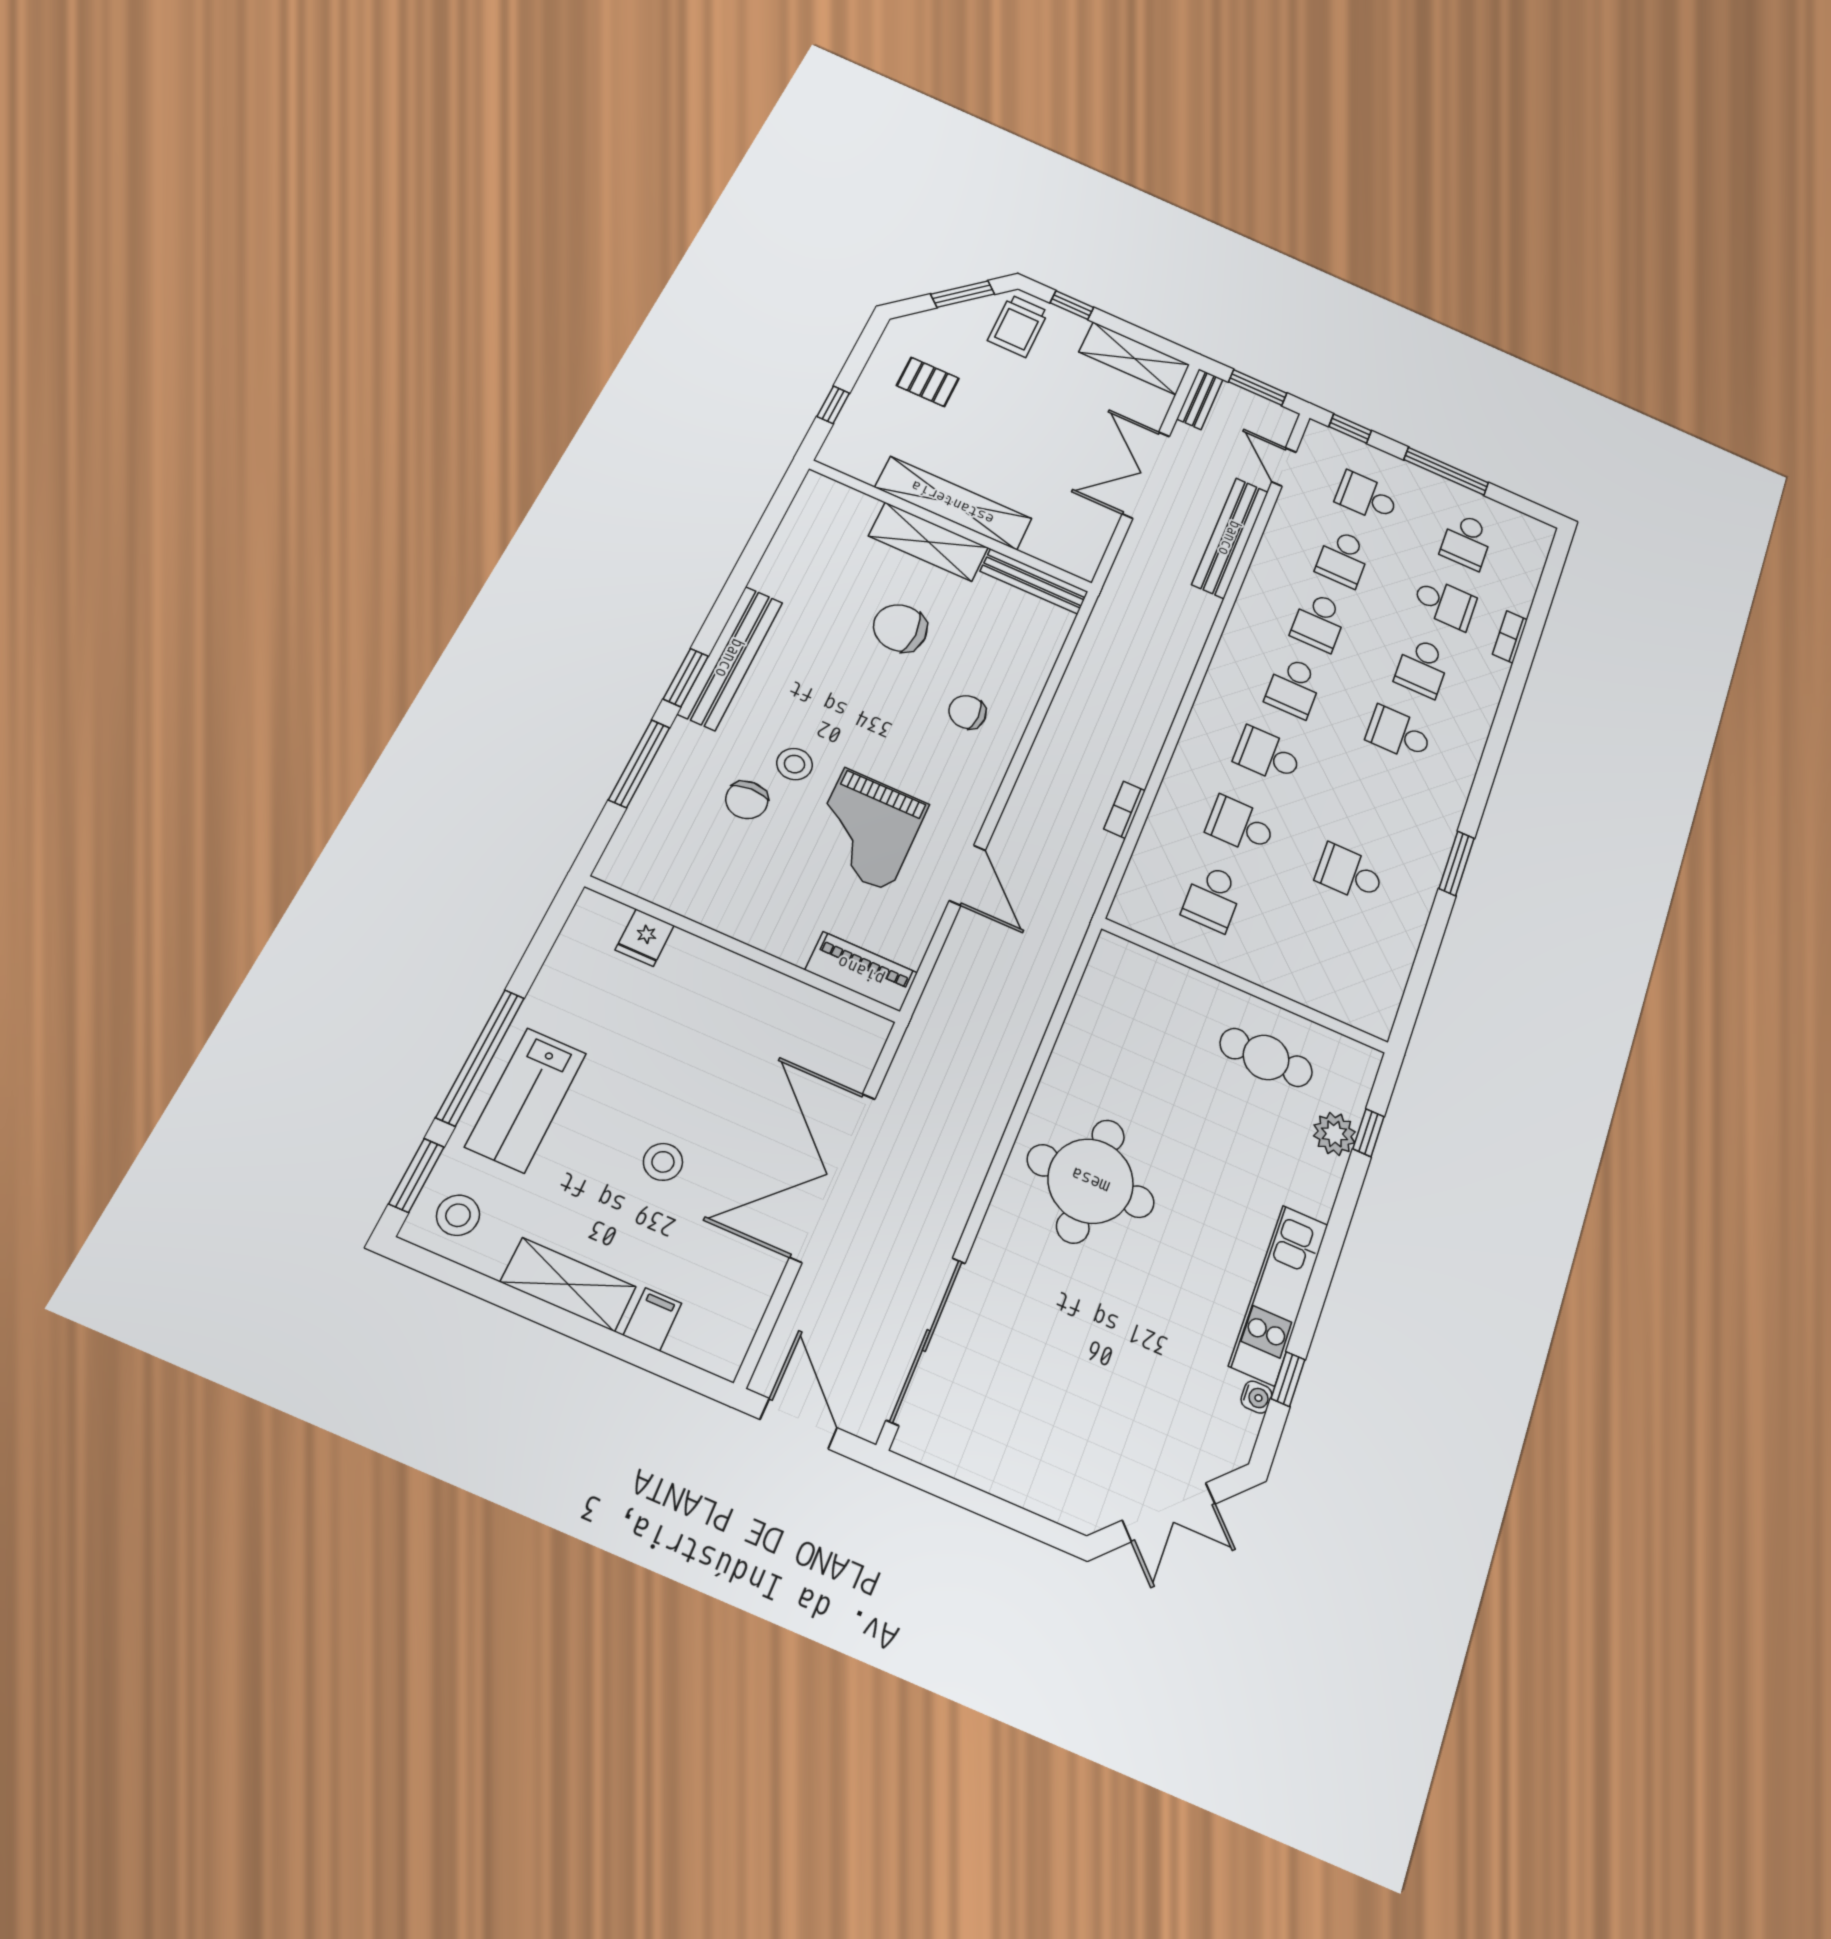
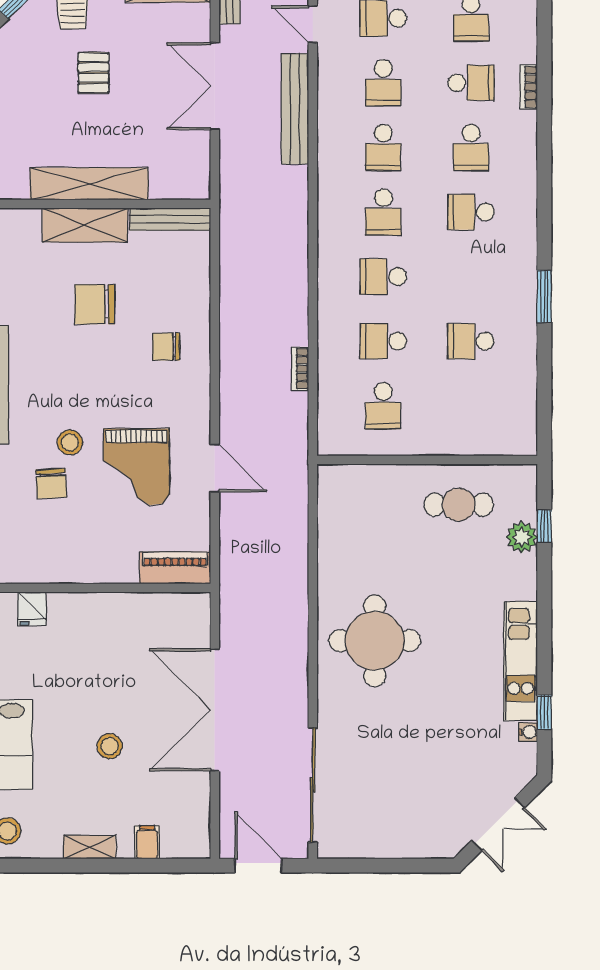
pallet: (928, 382) -> (94, 73), moved, turned 90
shelving: (568, 1284) -> (90, 847), width x0.67, depth x0.75

